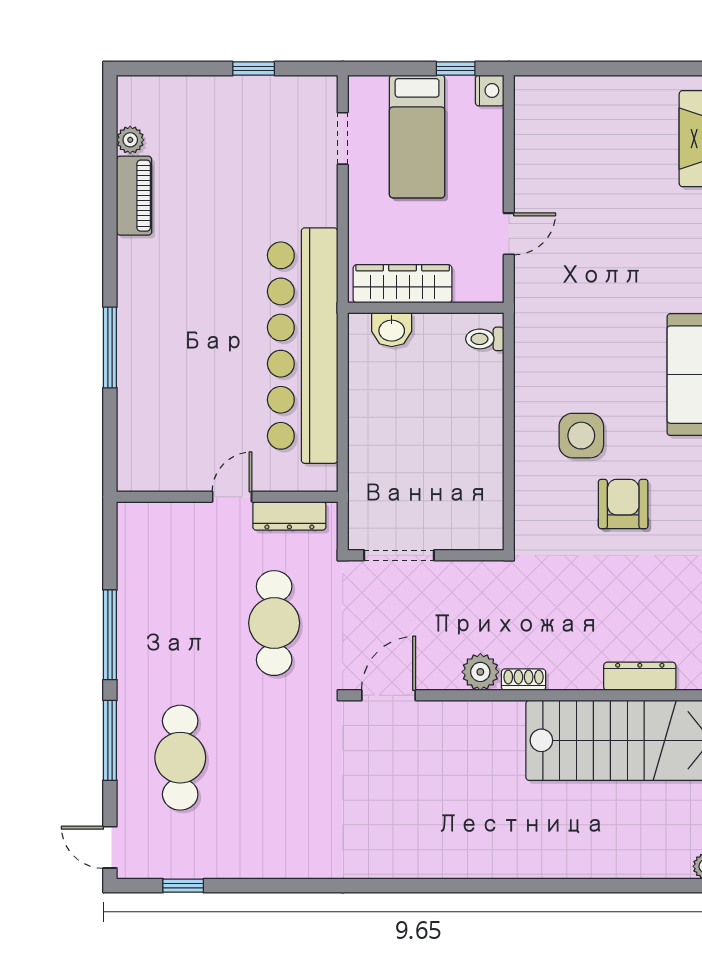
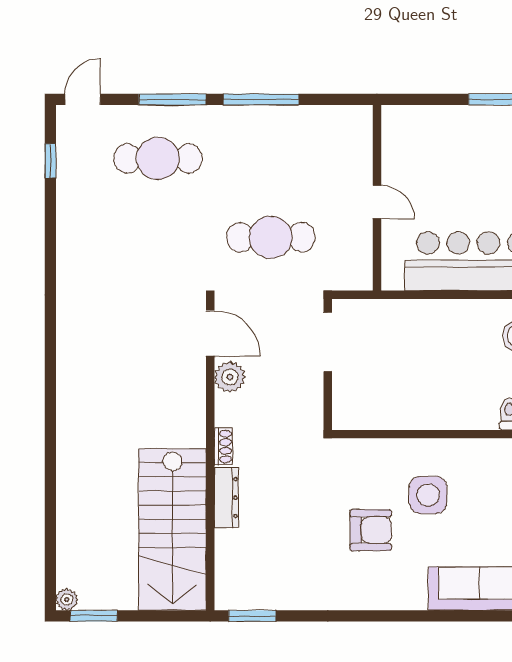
dresser: (289, 516) -> (361, 250), removed
plant: (480, 672) -> (230, 377), moved
dresser: (640, 676) -> (226, 498), moved

